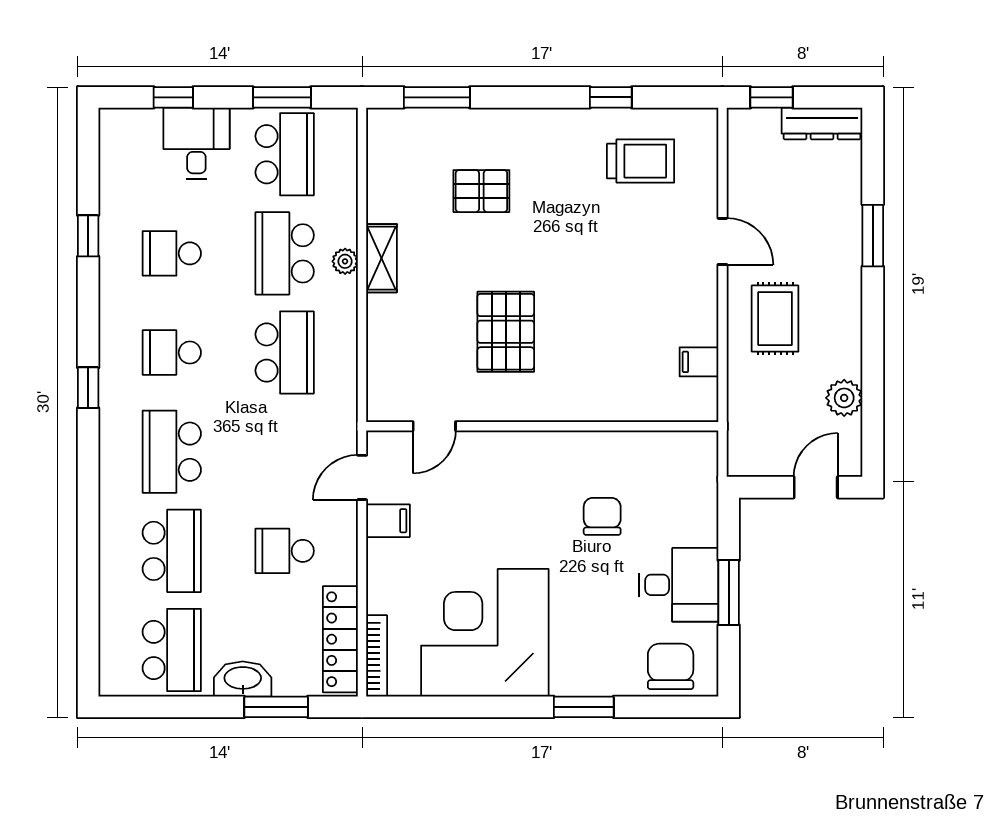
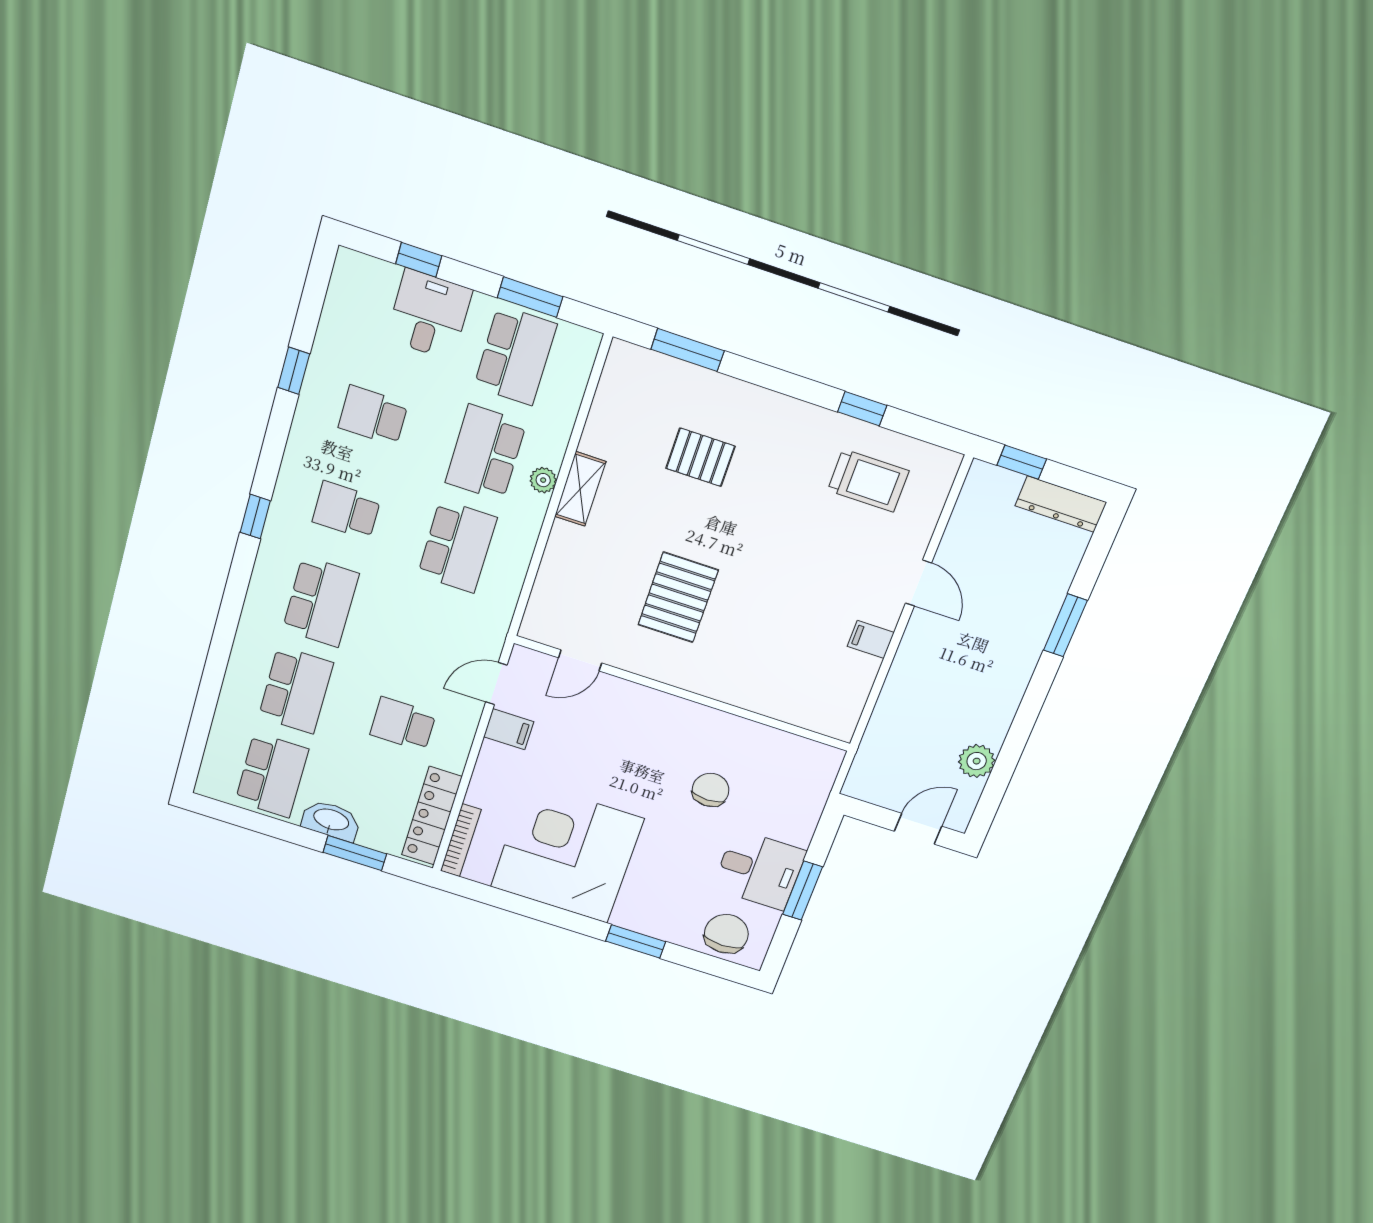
rug: (775, 319) -> (941, 670), removed
filing cabinet: (699, 362) -> (871, 639), moved
school desk: (172, 452) -> (321, 602), turned 180

